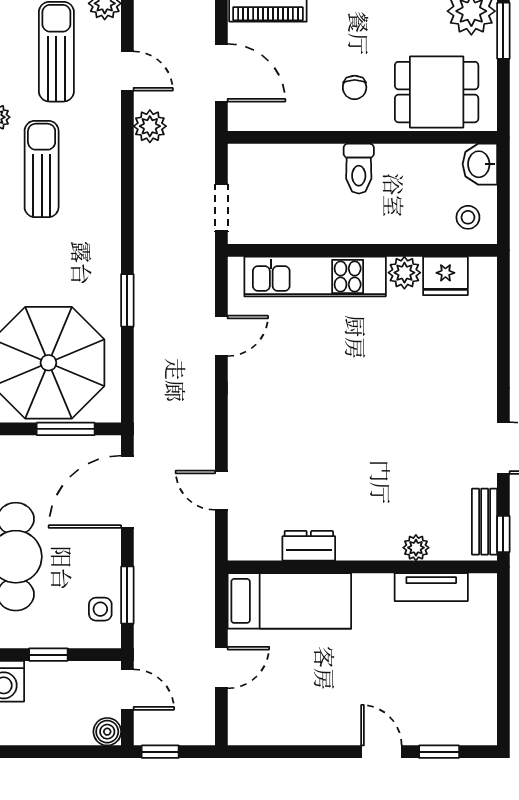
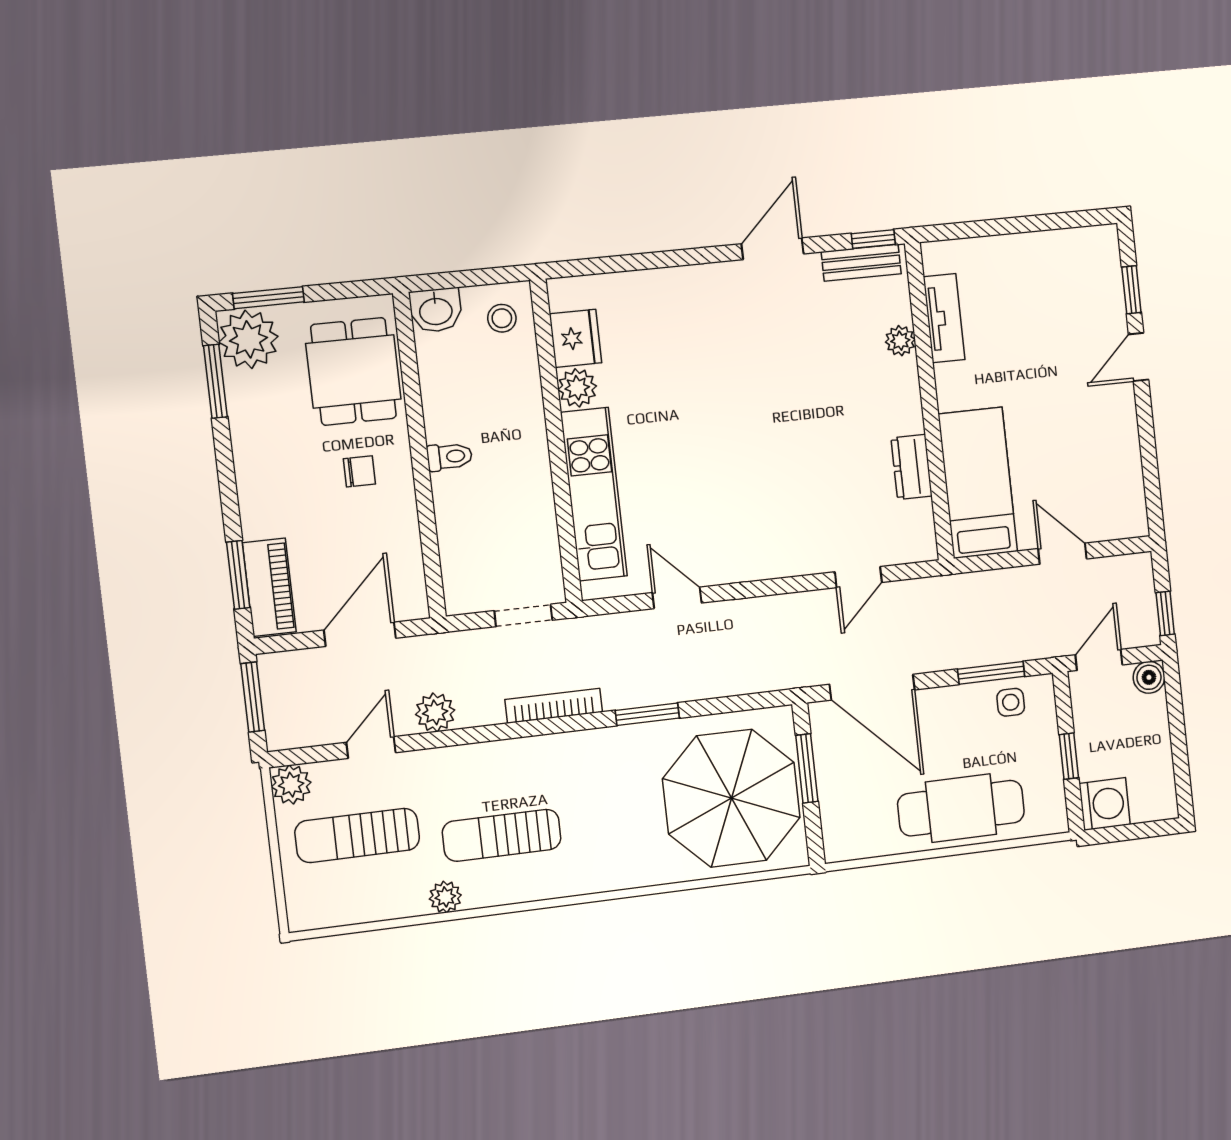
toilet: (359, 169) -> (449, 457), width x0.73, depth x0.72
bookcase: (144, 224) -> (554, 706), added

